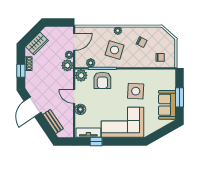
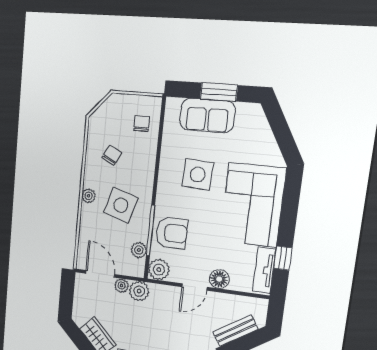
sofa: (167, 105) -> (207, 116), moved

